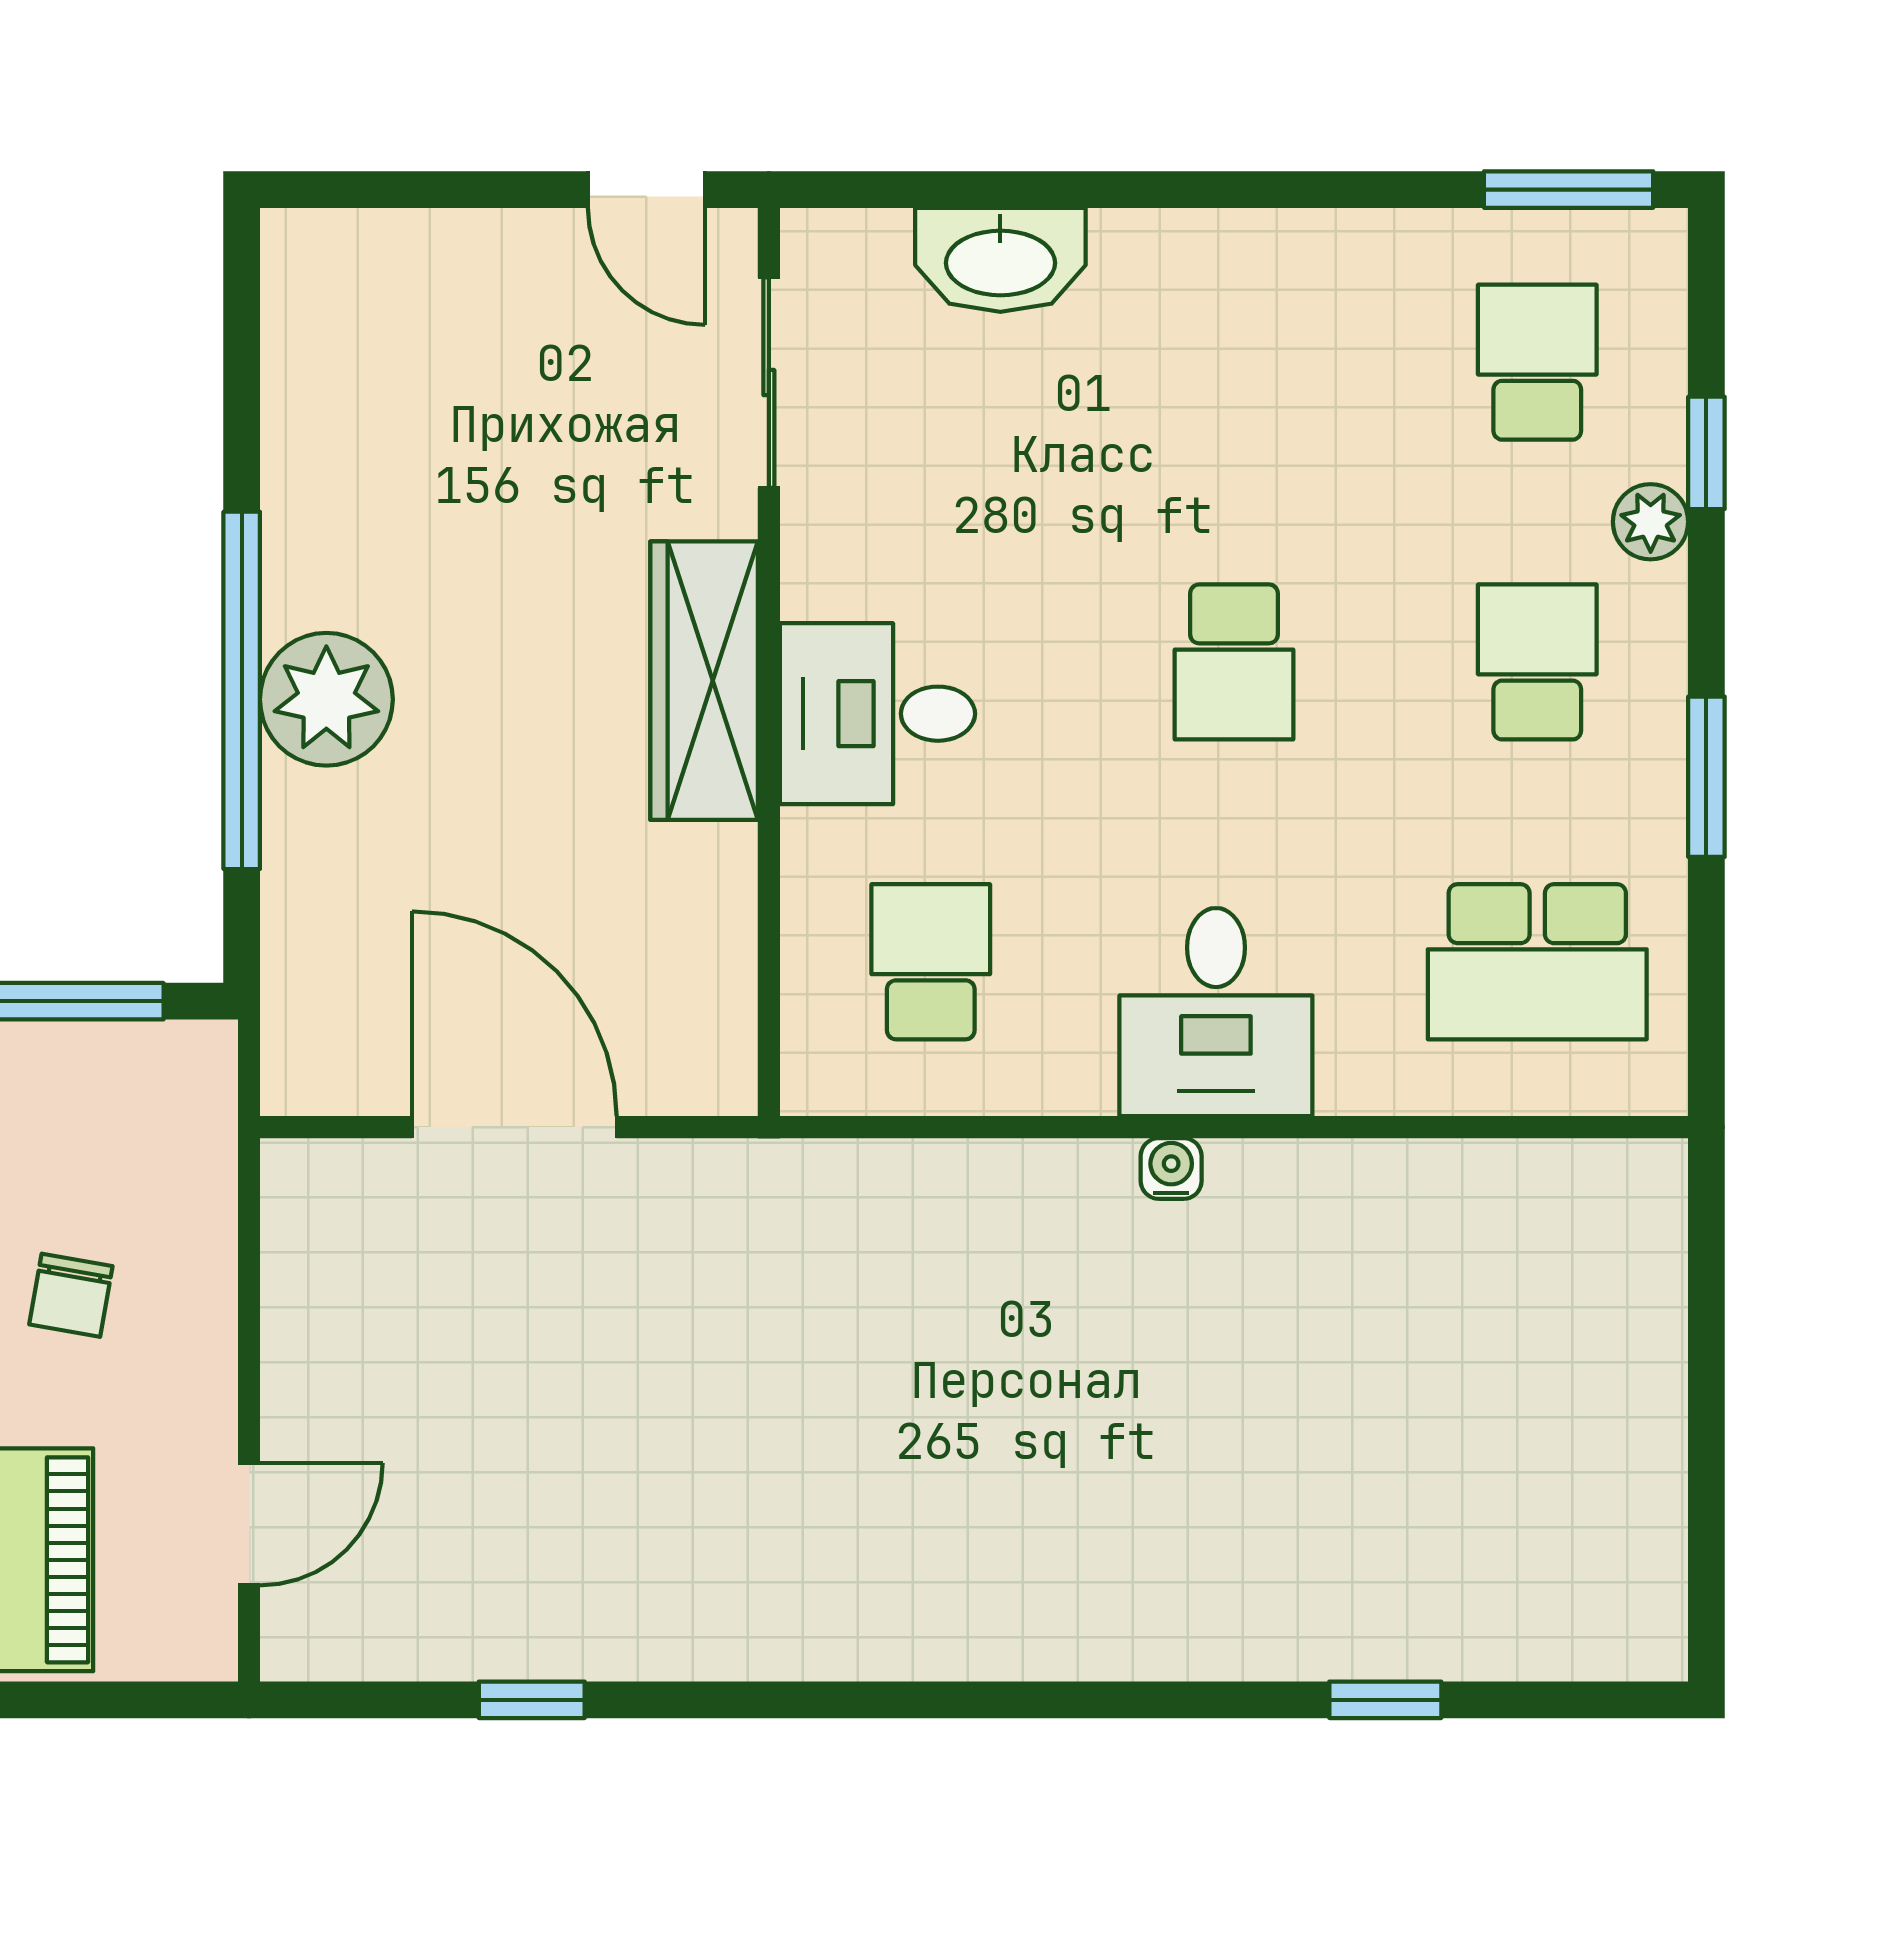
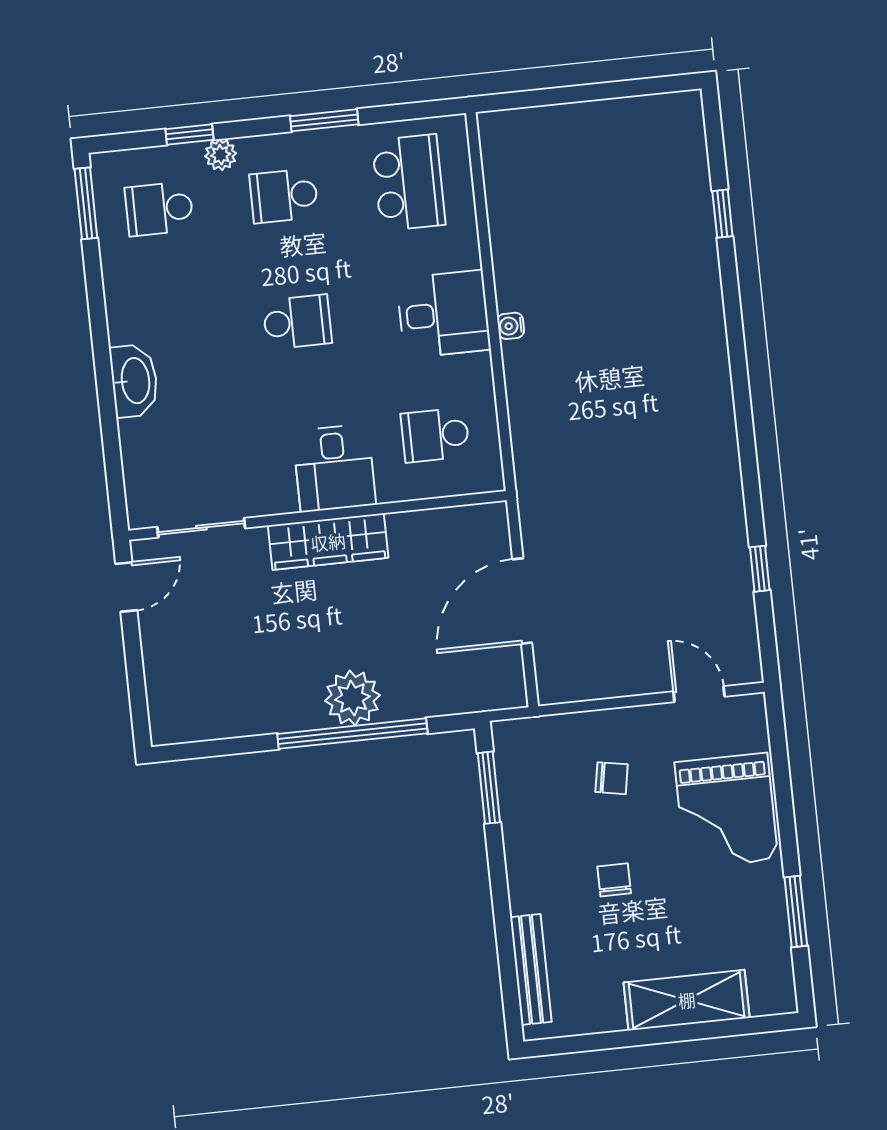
washbasin: (1000, 260) -> (134, 381), moved

